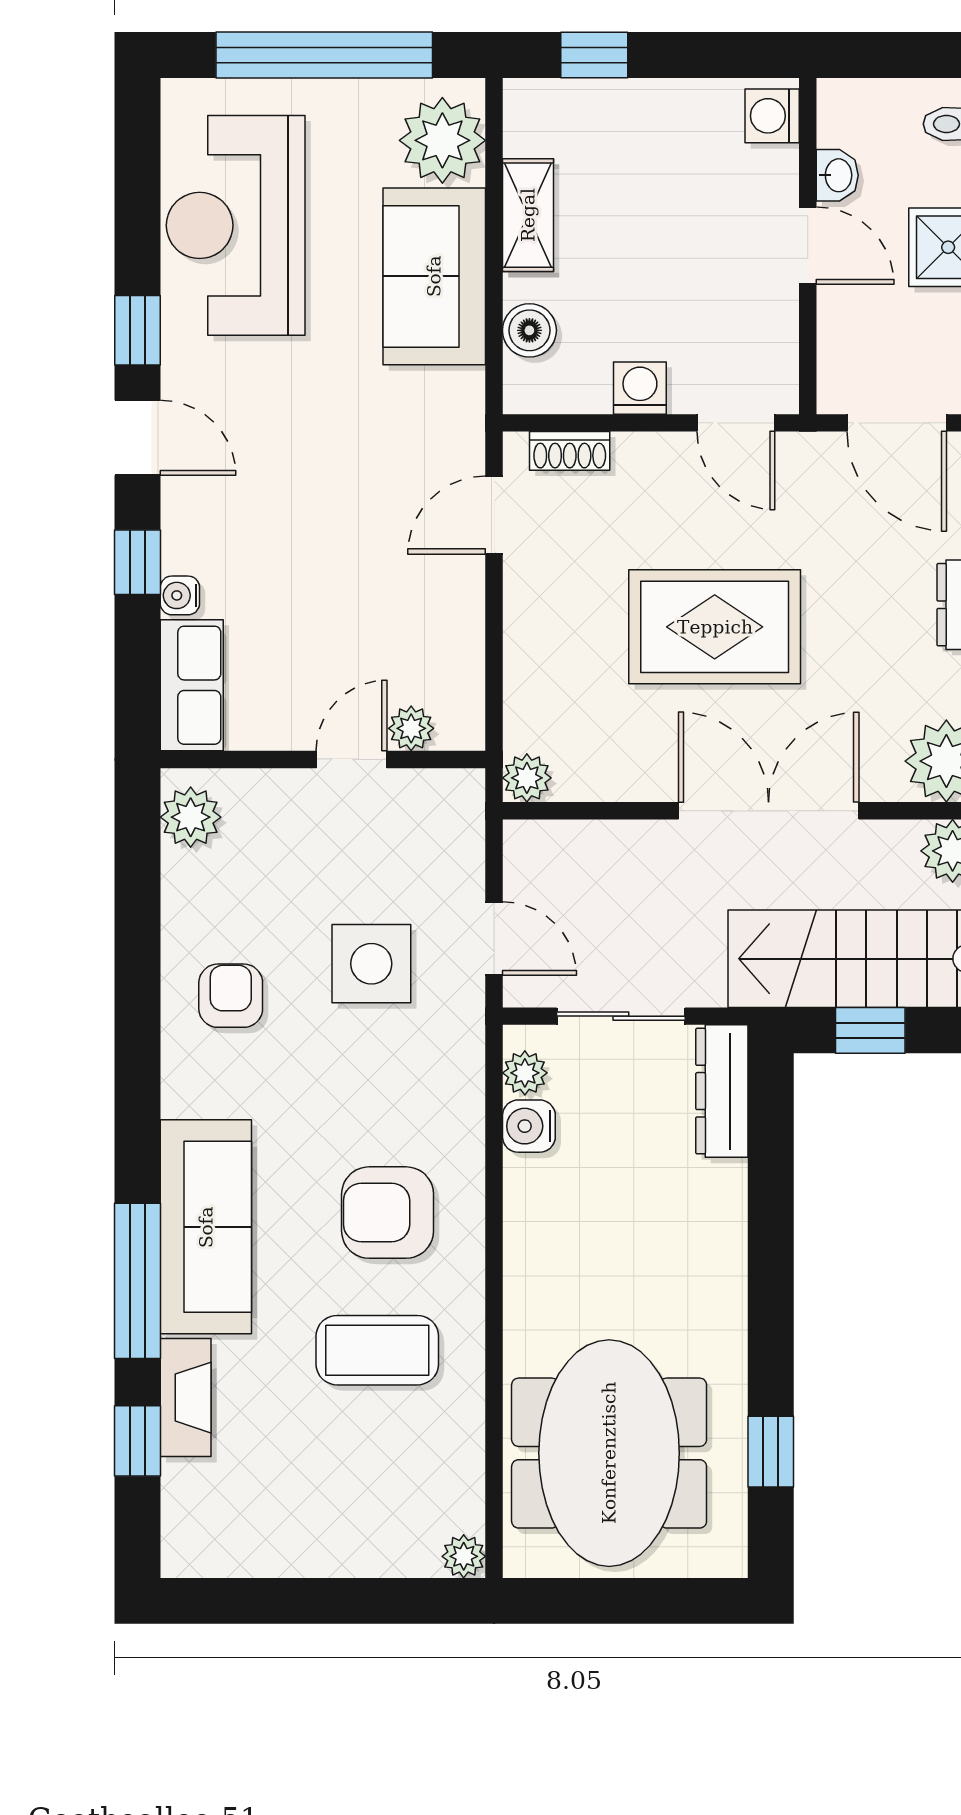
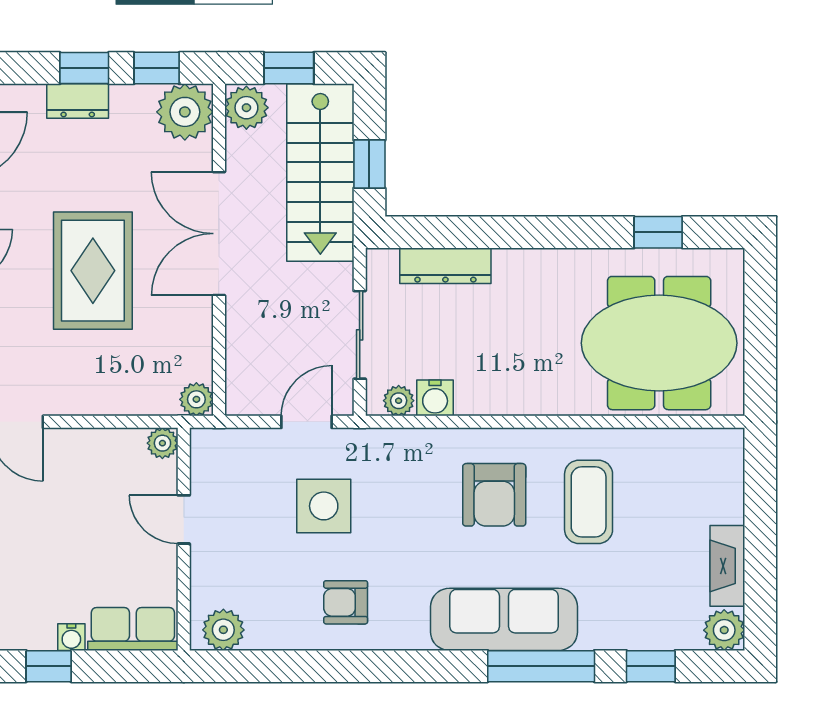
plant: (411, 728) -> (162, 443), moved
dresser: (722, 1091) -> (445, 266), moved
fireplace: (186, 1398) -> (727, 566), moved, turned -90
plant: (464, 1556) -> (724, 630), moved, width x1.38, depth x1.38

